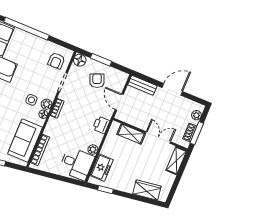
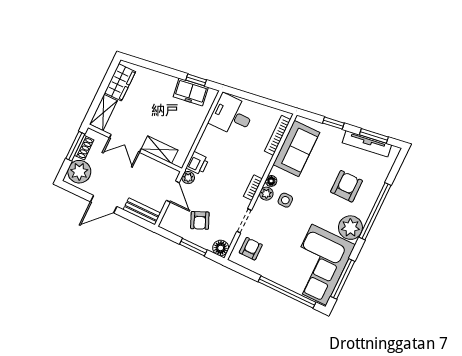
plant: (196, 115) -> (79, 172), width x1.88, depth x1.88
plant: (93, 149) -> (188, 178), moved
freezer: (102, 168) -> (191, 92), moved, turned -98
wardrobe: (147, 190) -> (120, 82), moved, turned -82

